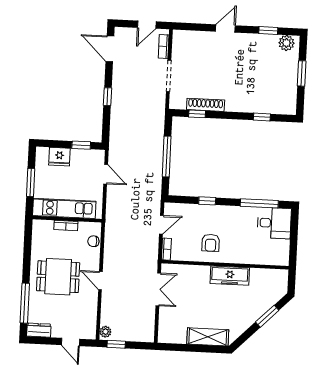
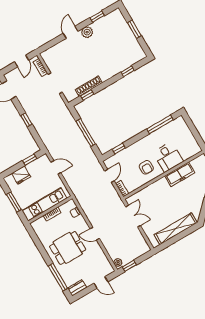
plant: (286, 43) -> (87, 32), moved
window: (207, 201) -> (119, 149), moved
desk: (274, 223) -> (168, 157), moved, turned 90
freezer: (230, 276) -> (180, 174), moved
shelving: (208, 337) -> (176, 229), width x1.47

